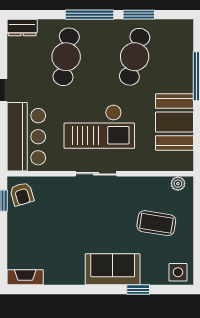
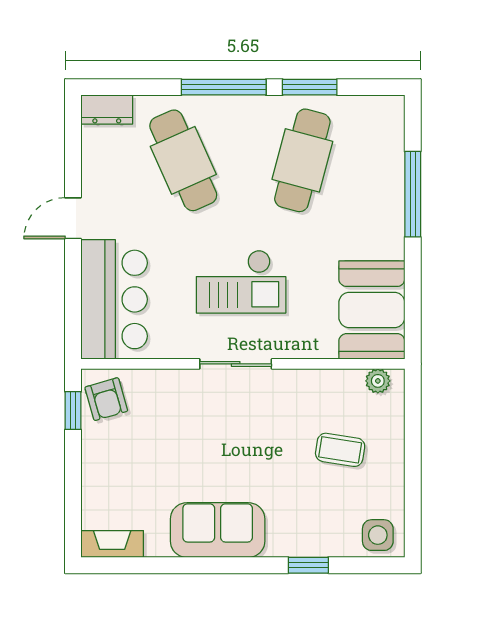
cafe table: (66, 57) -> (183, 160), turned -33
booth: (175, 122) -> (372, 310), moved
checkout: (99, 126) -> (241, 282), width x0.73, depth x0.83
coffee table: (156, 223) -> (340, 450), width x0.73, depth x0.77
sofa: (113, 269) -> (218, 530), moved

